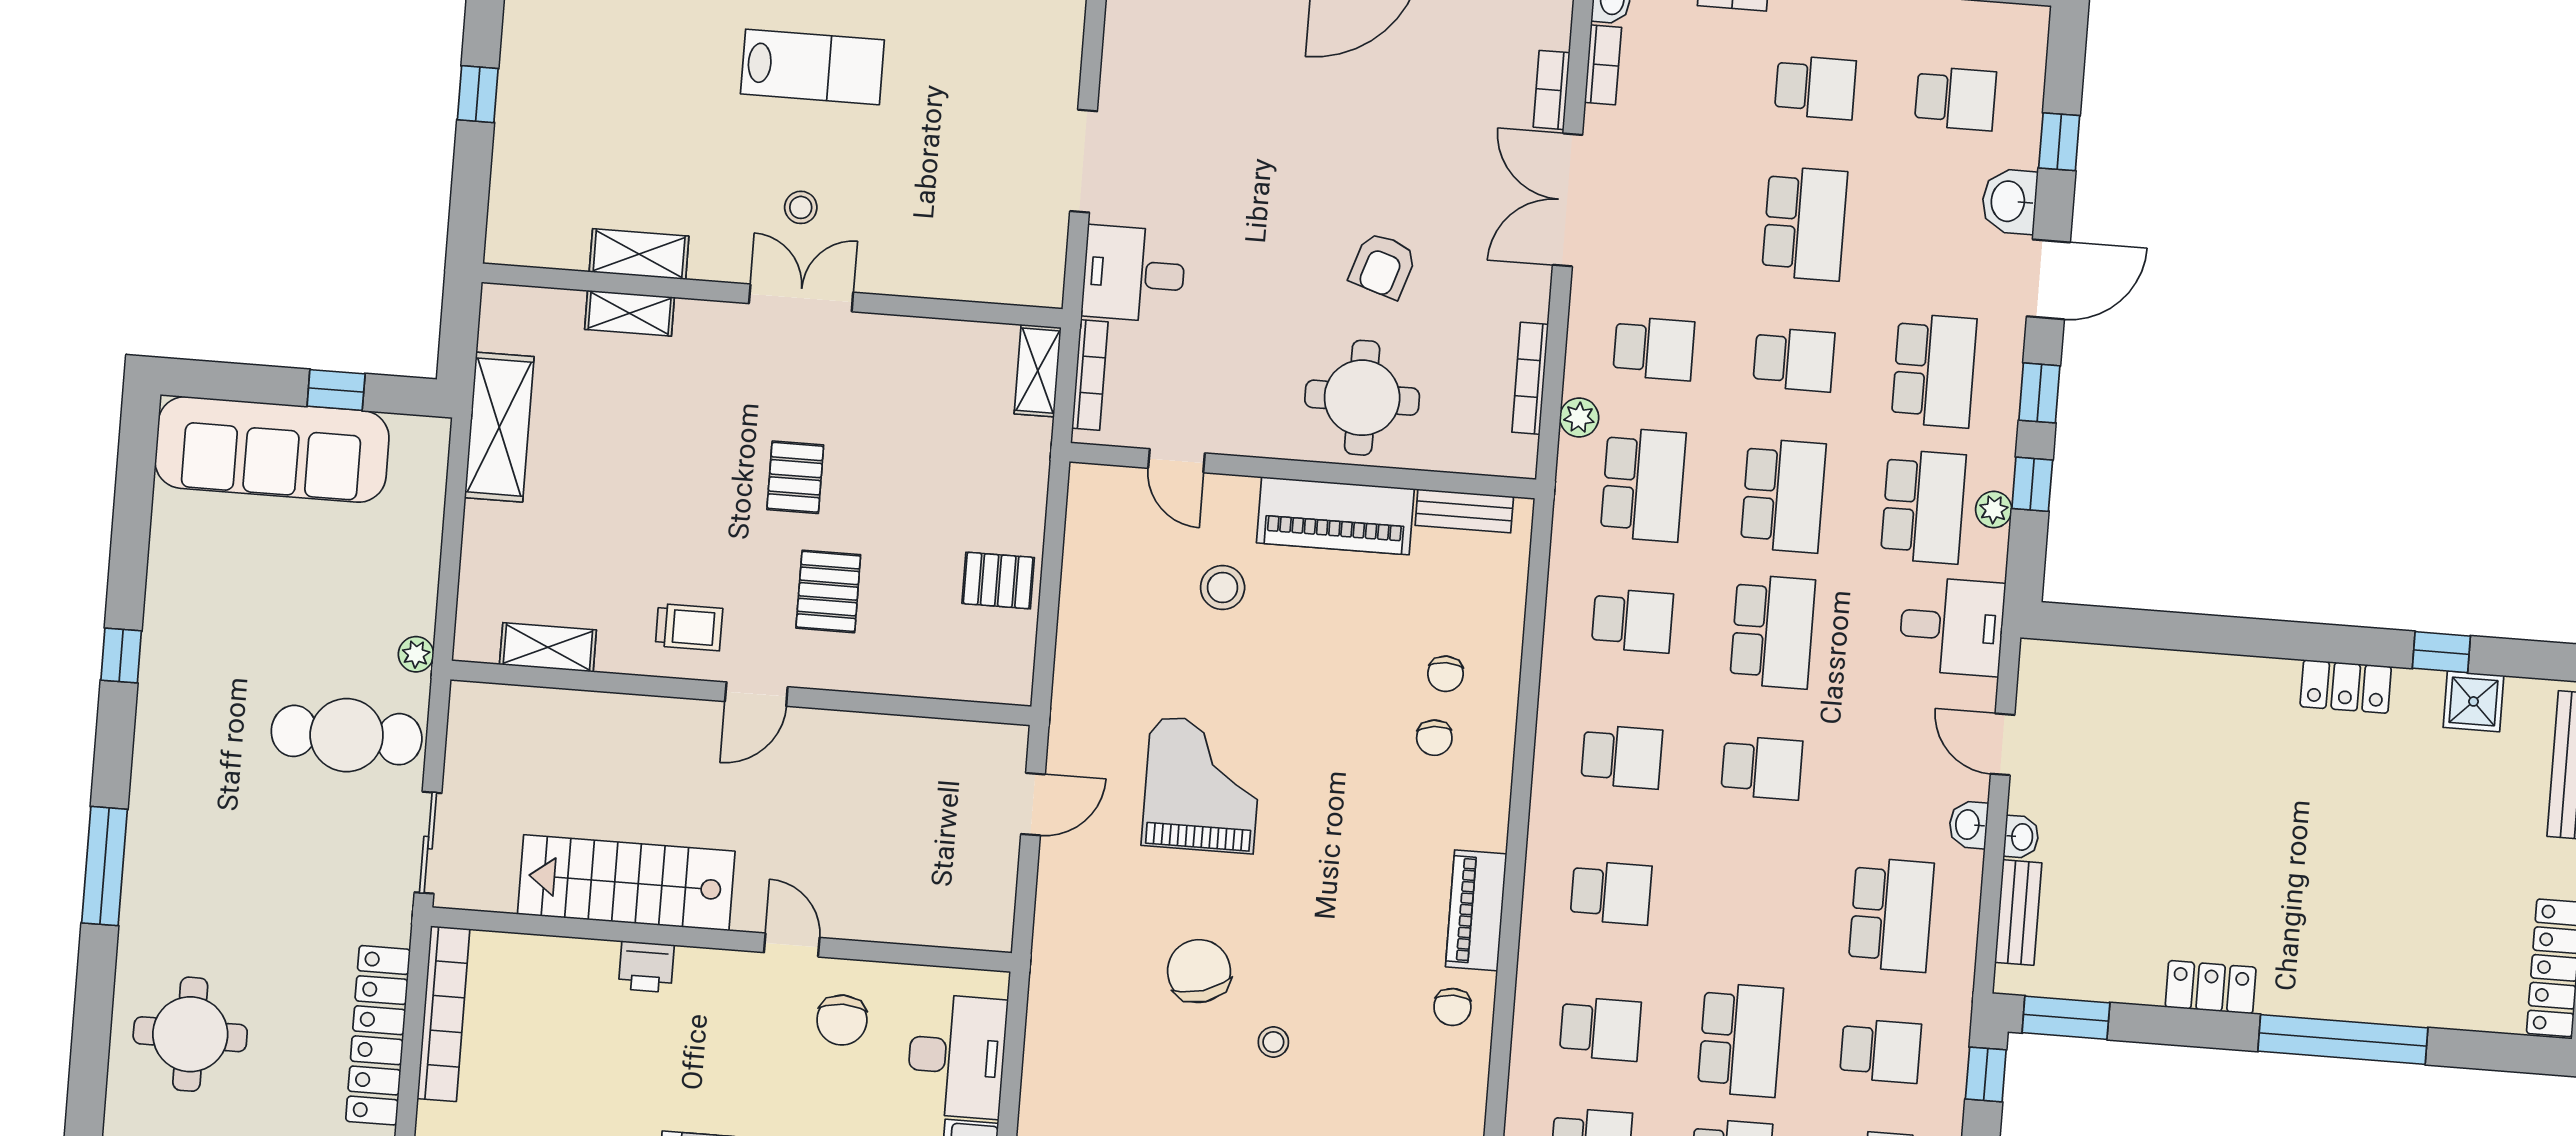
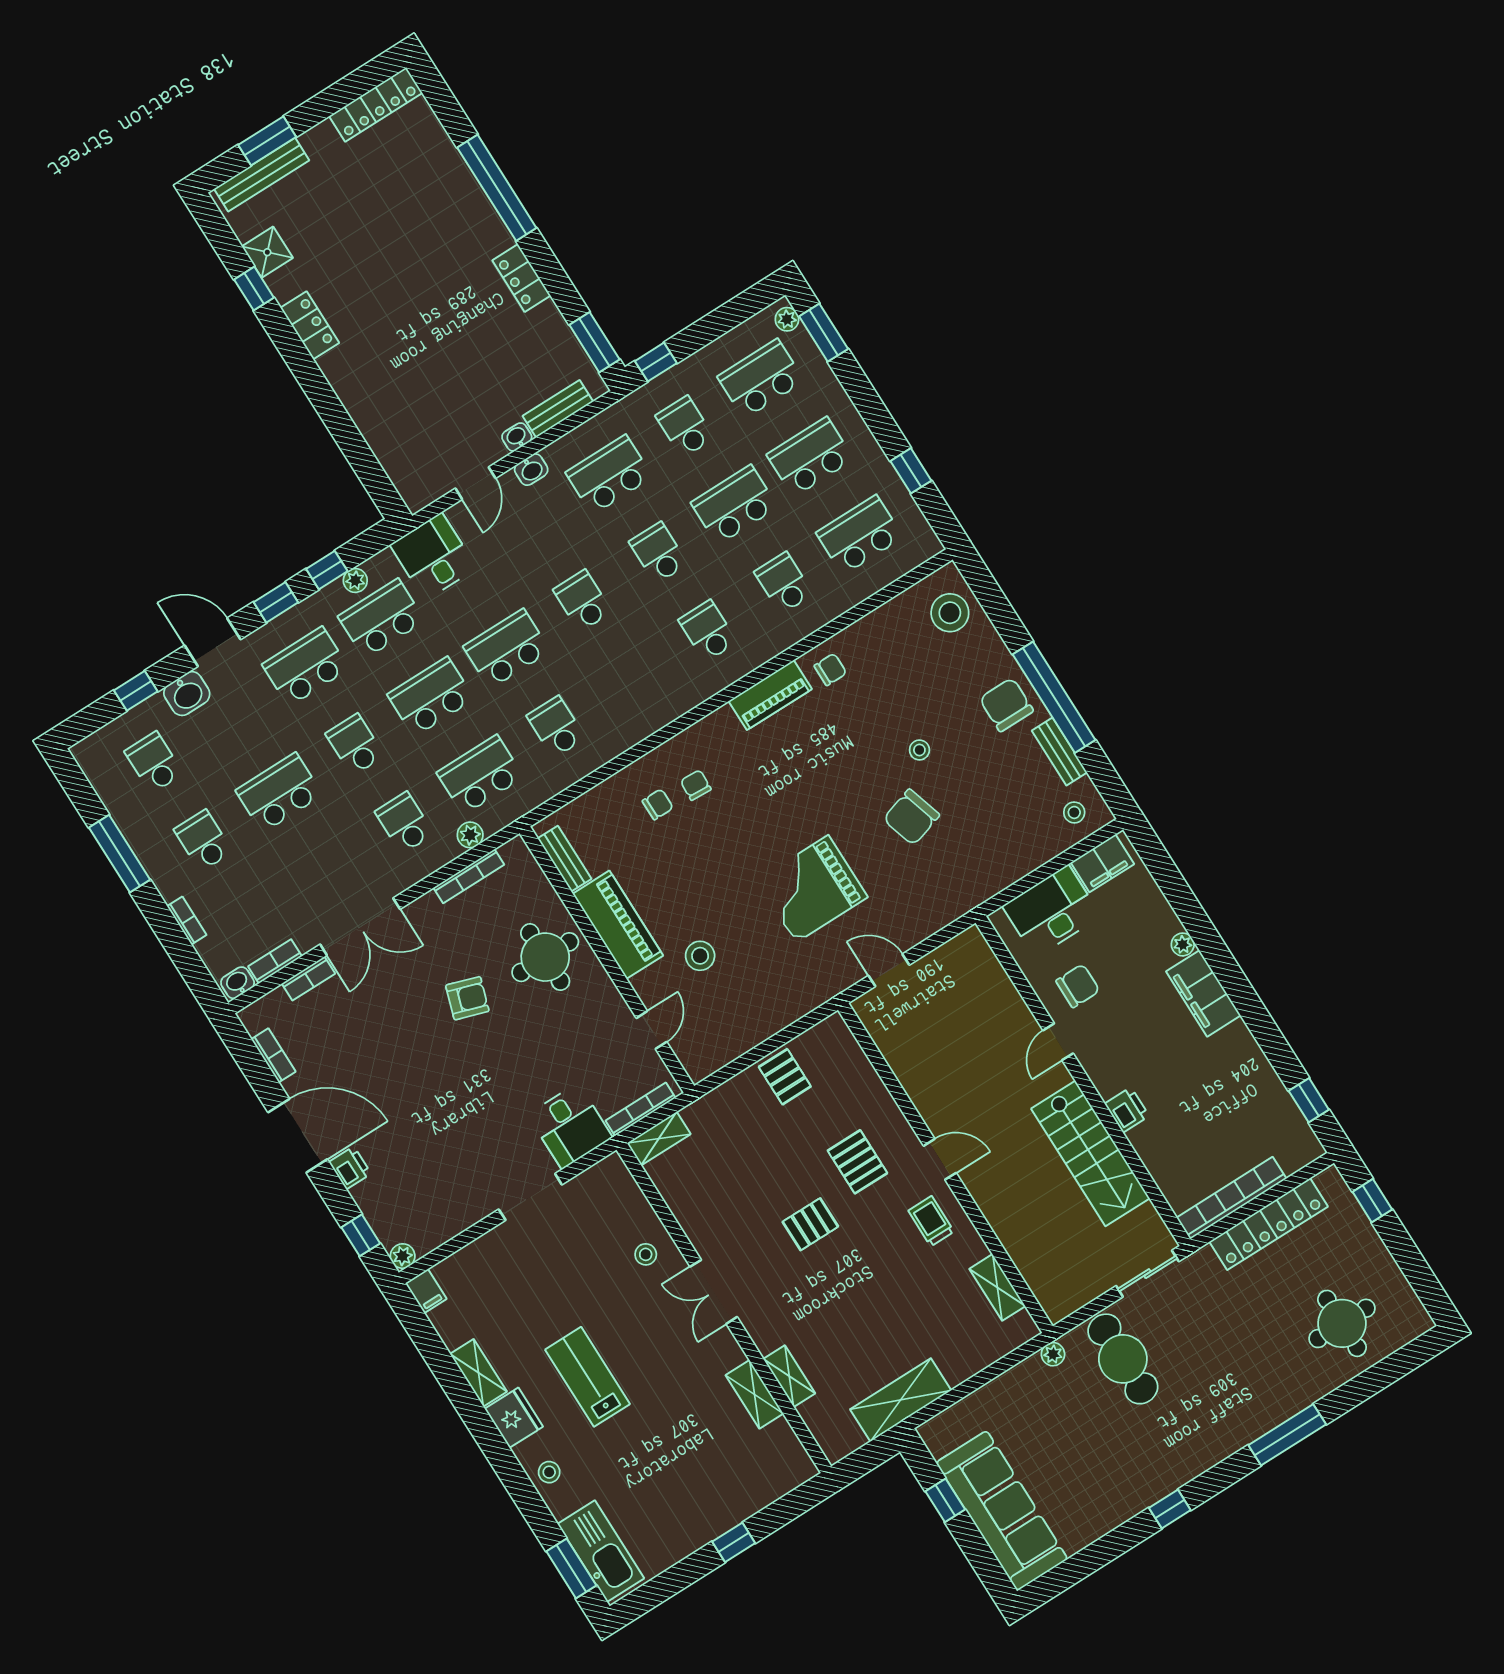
stool: (801, 207) -> (646, 1254), moved
pallet: (828, 591) -> (857, 1162), turned 90
chair: (1434, 738) -> (696, 785), turned -81
school desk: (1622, 757) -> (658, 553), moved

